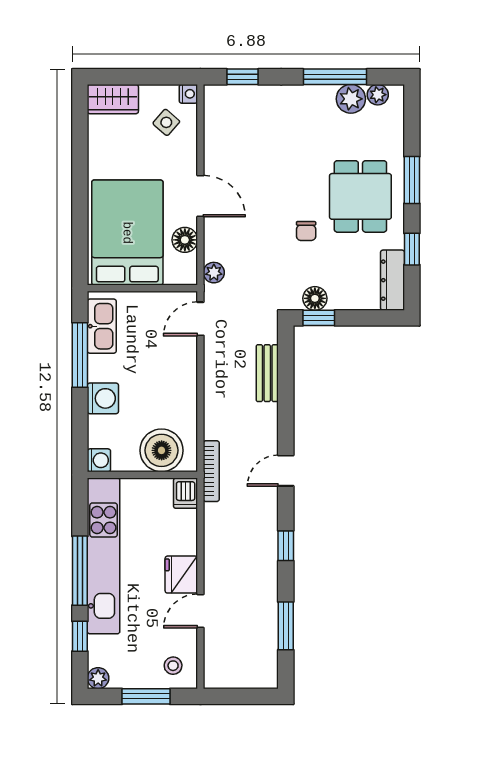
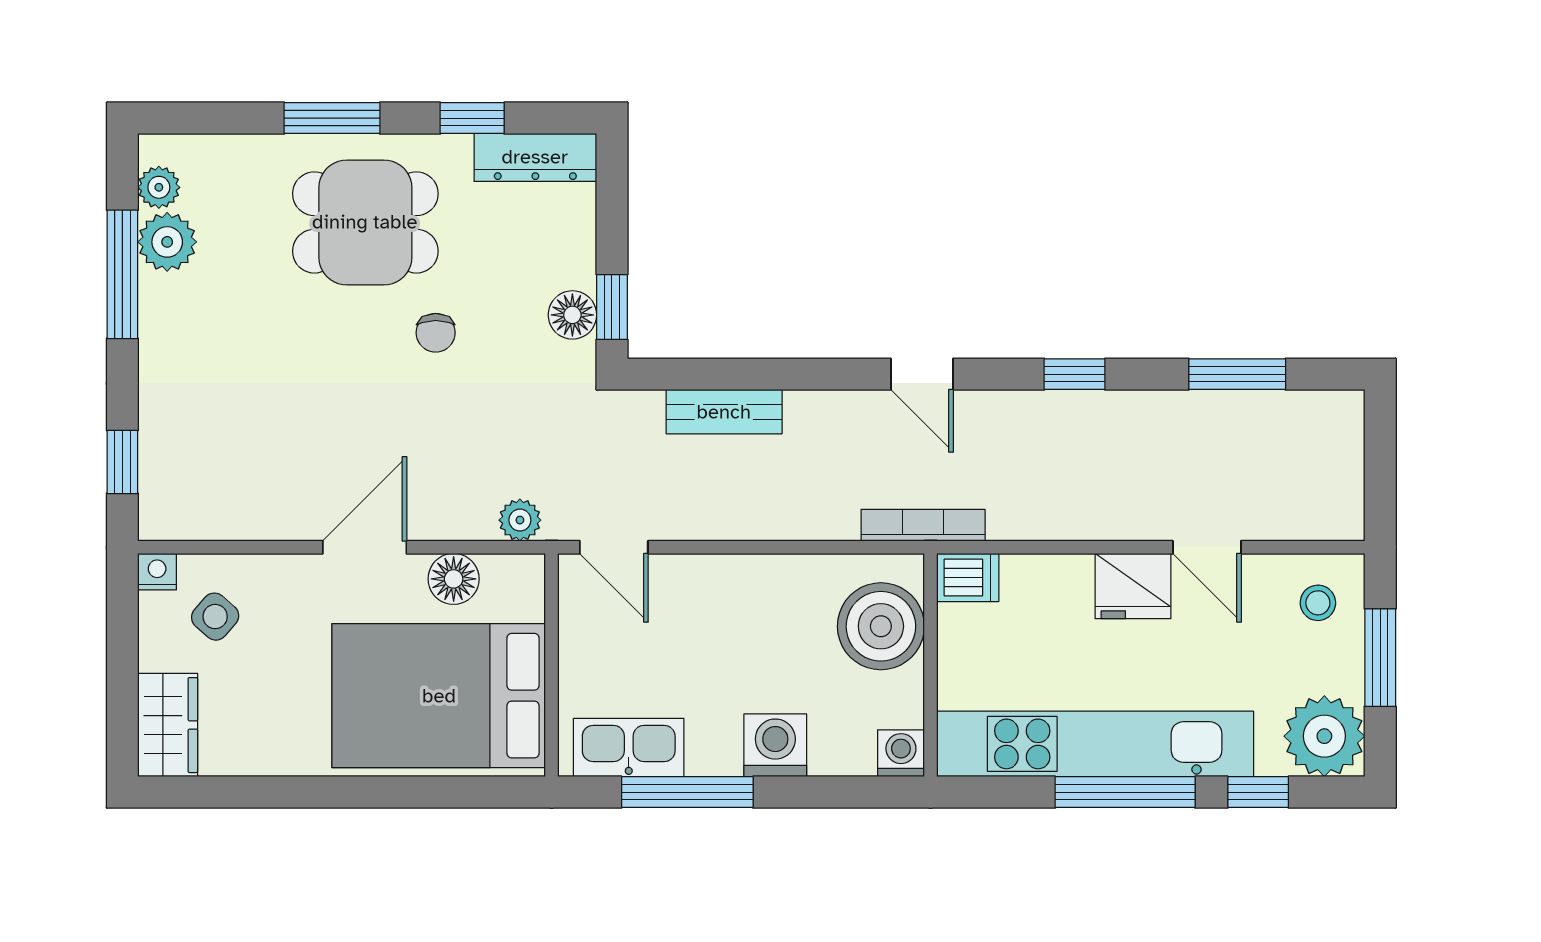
chair: (306, 231) -> (436, 333), turned 90
plant: (98, 678) -> (1324, 736), width x1.88, depth x1.88

